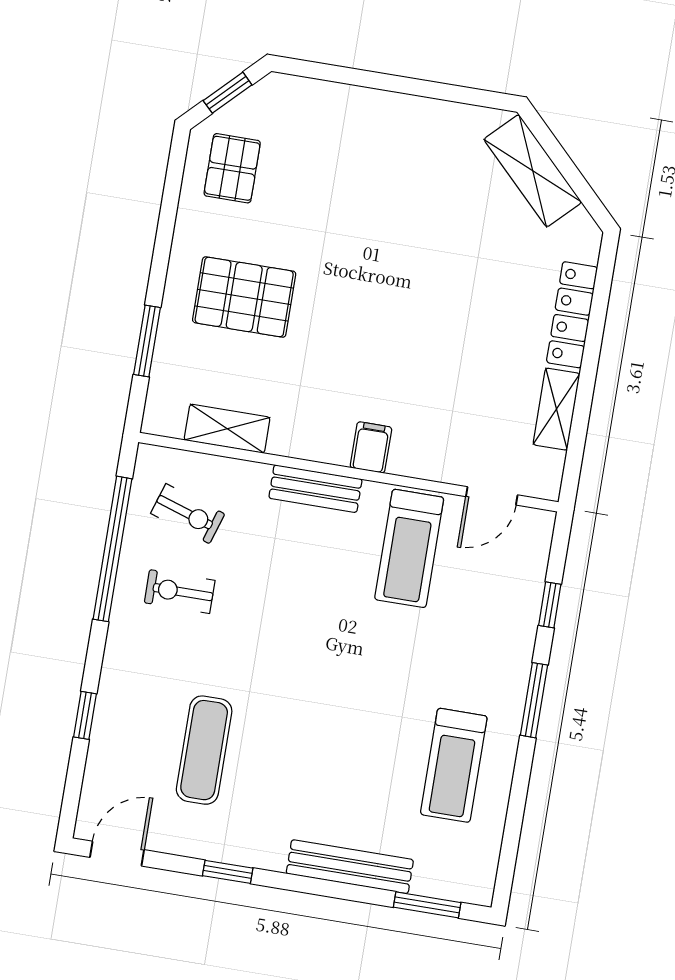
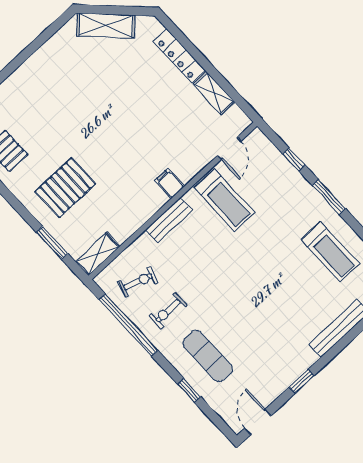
shelving: (227, 429) -> (98, 254), moved
exercise mat: (204, 750) -> (208, 356), moved

